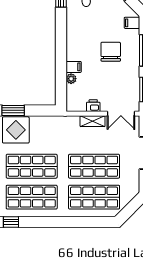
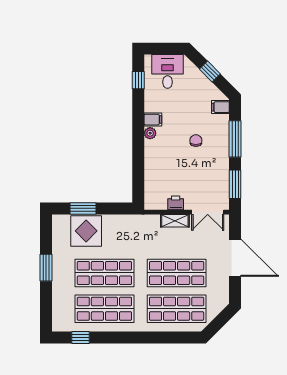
chair: (111, 52) -> (196, 141), width x0.54, depth x0.54
filing cabinet: (74, 67) -> (153, 120), moved
plant: (71, 79) -> (150, 133), moved

